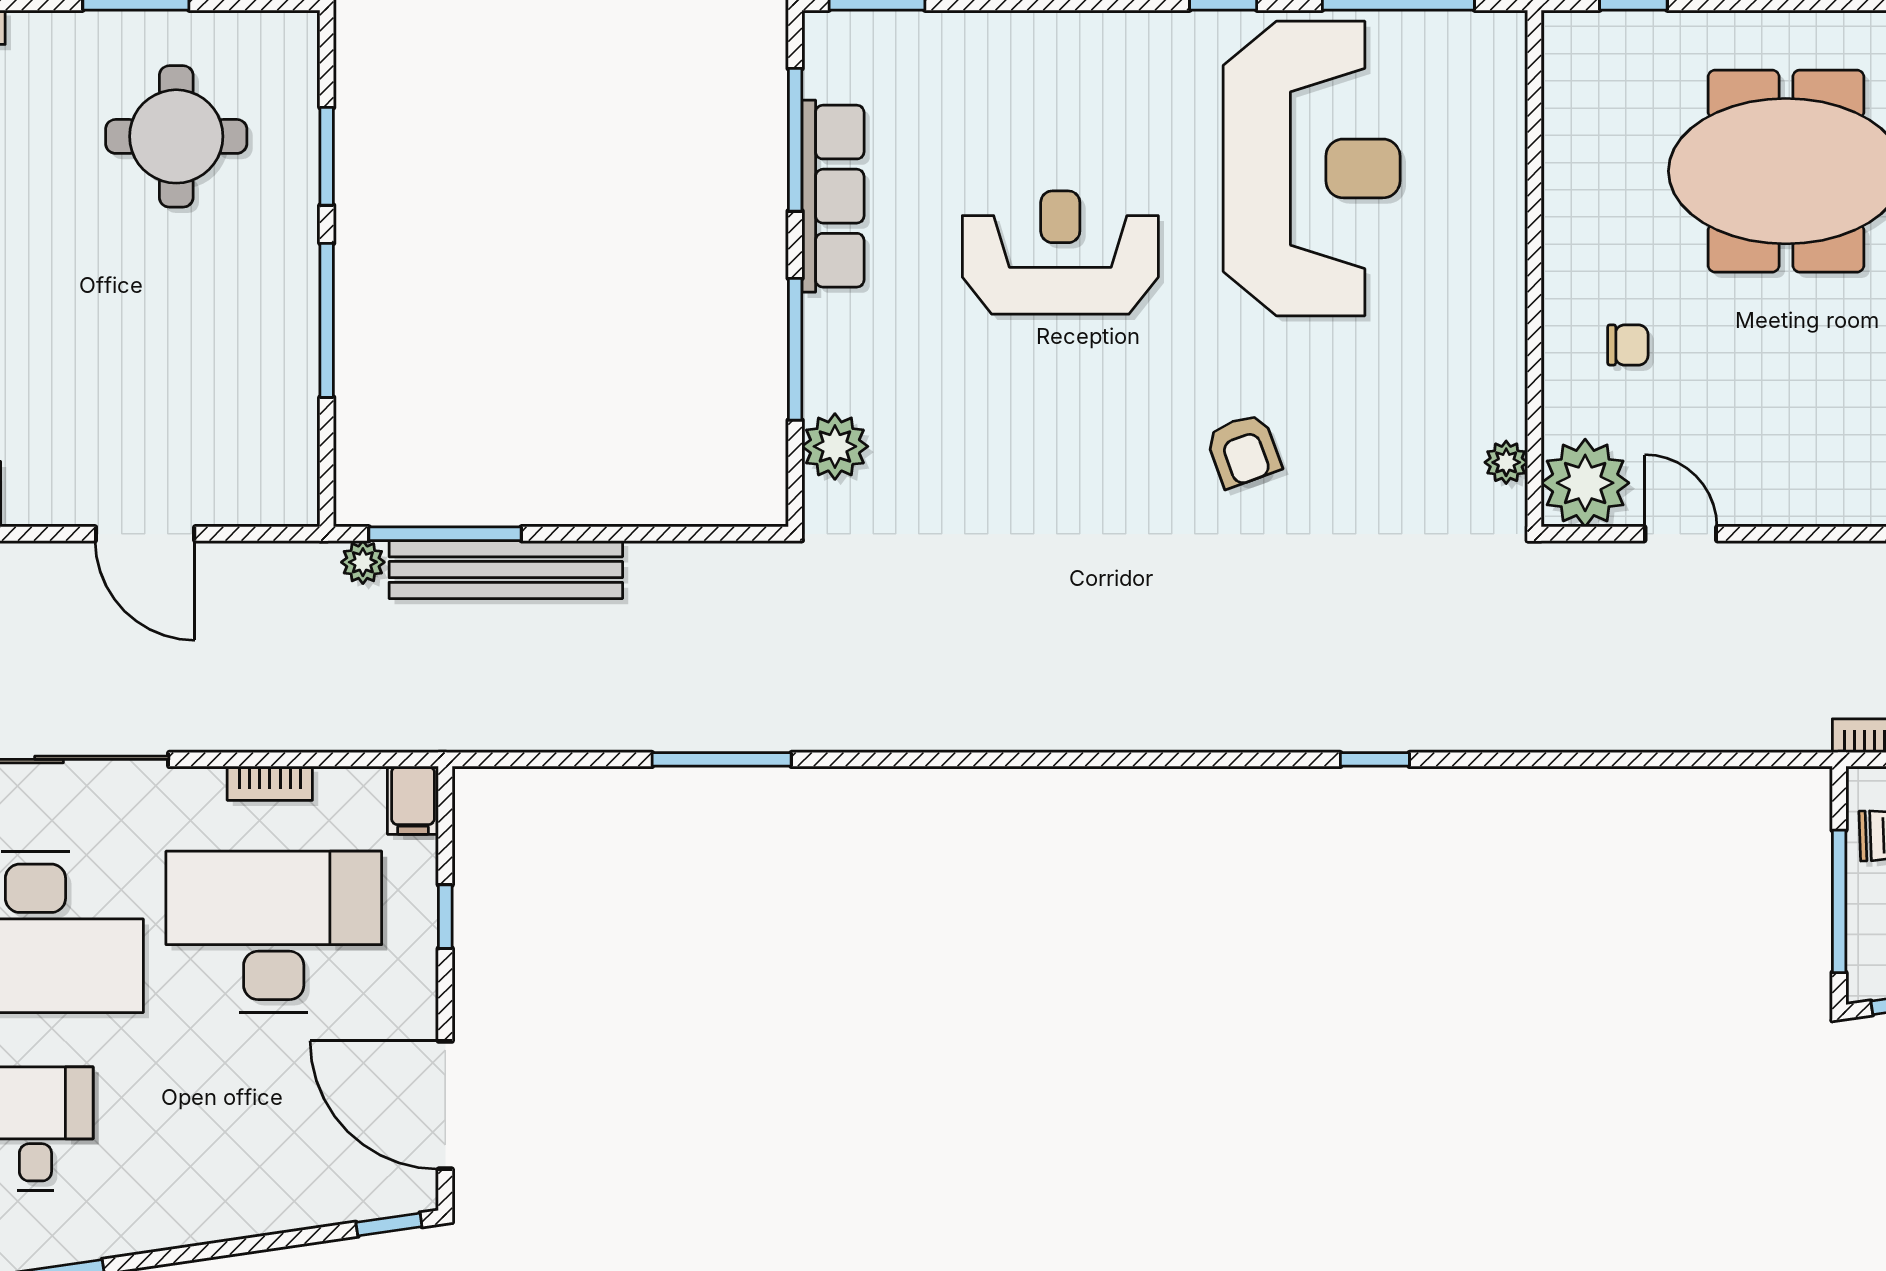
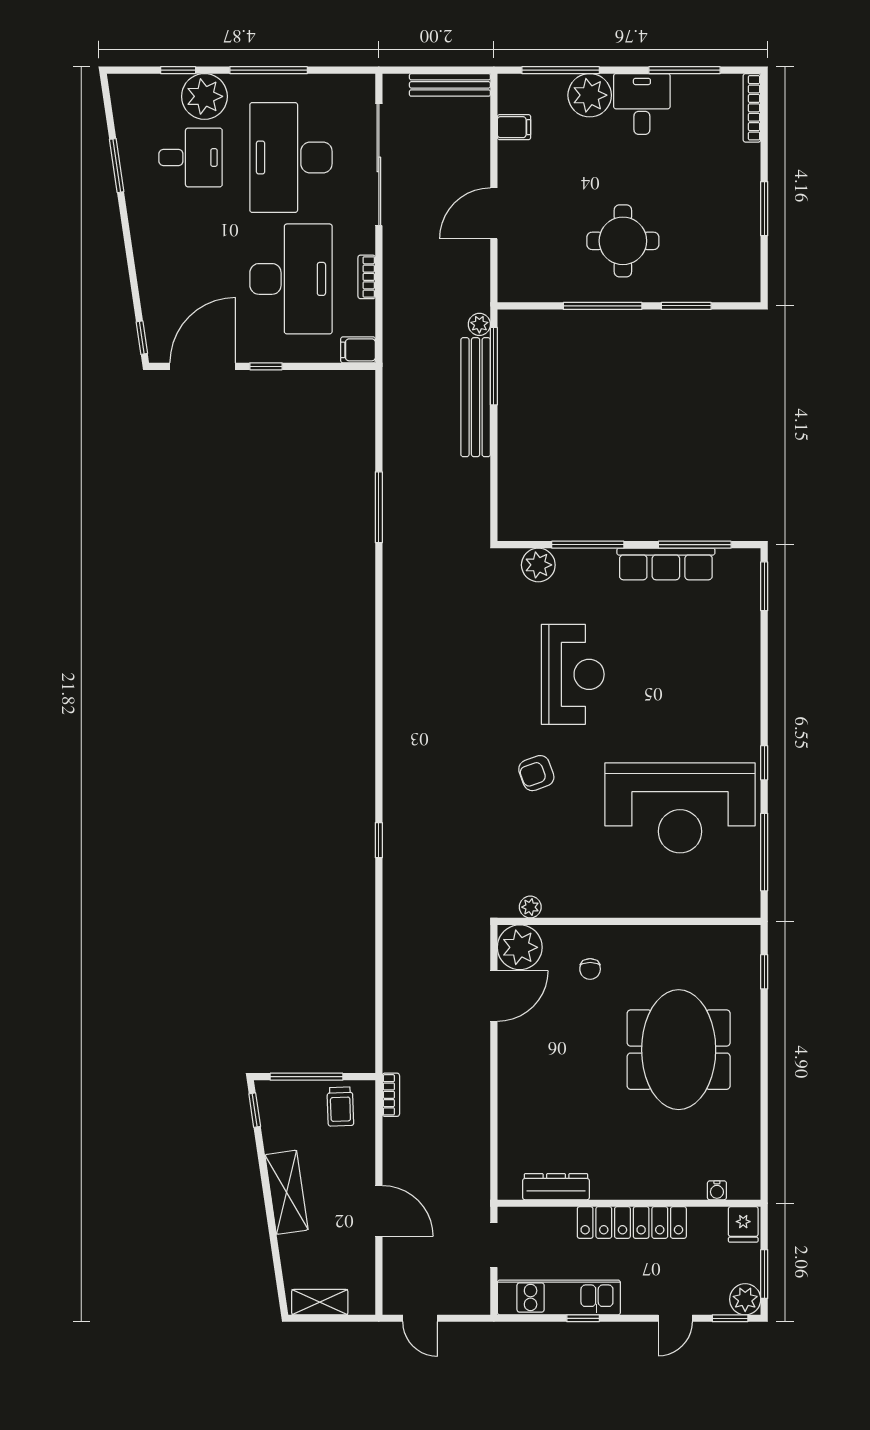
round table: (176, 136) -> (623, 241), moved
reception desk: (1060, 253) -> (573, 674), moved
door: (1681, 534) -> (494, 996), width x1.38
window: (445, 917) -> (266, 366), moved

